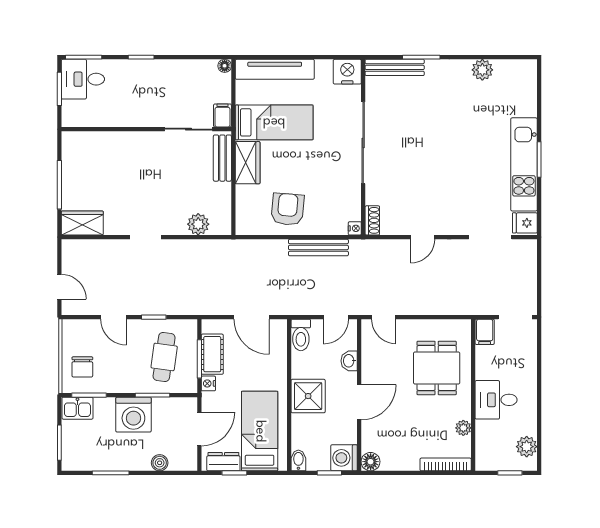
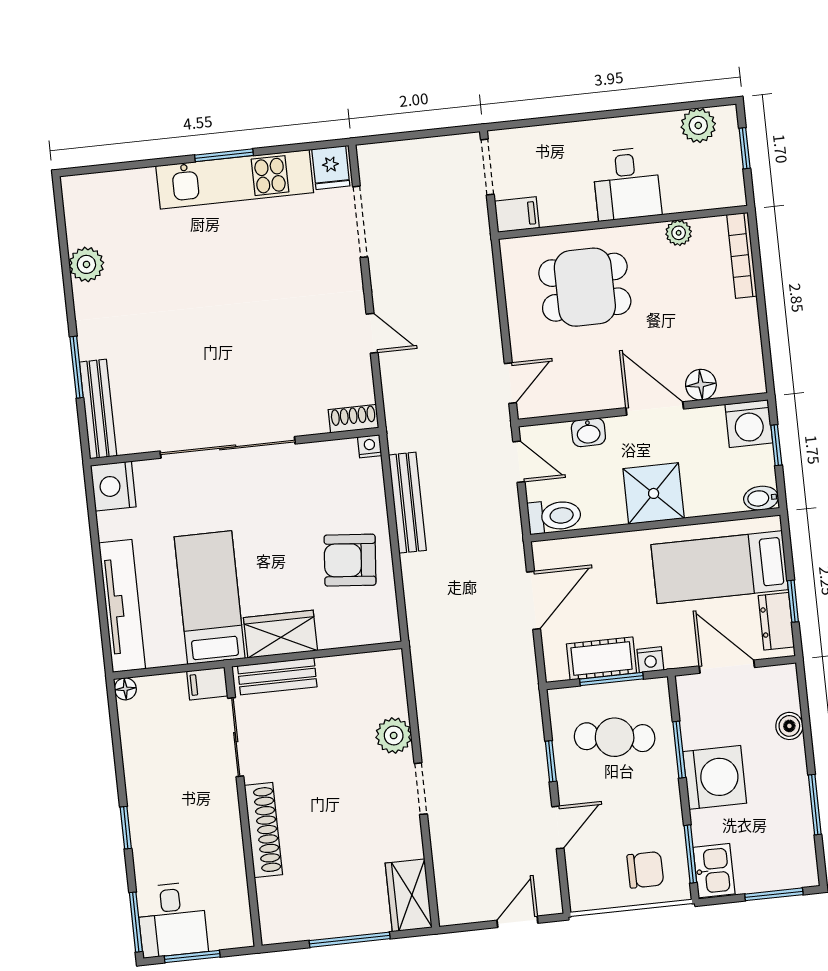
shoe rack: (131, 140) -> (263, 830), added
plant: (198, 224) -> (394, 735), moved
floor lamp: (371, 462) -> (701, 385), moved

